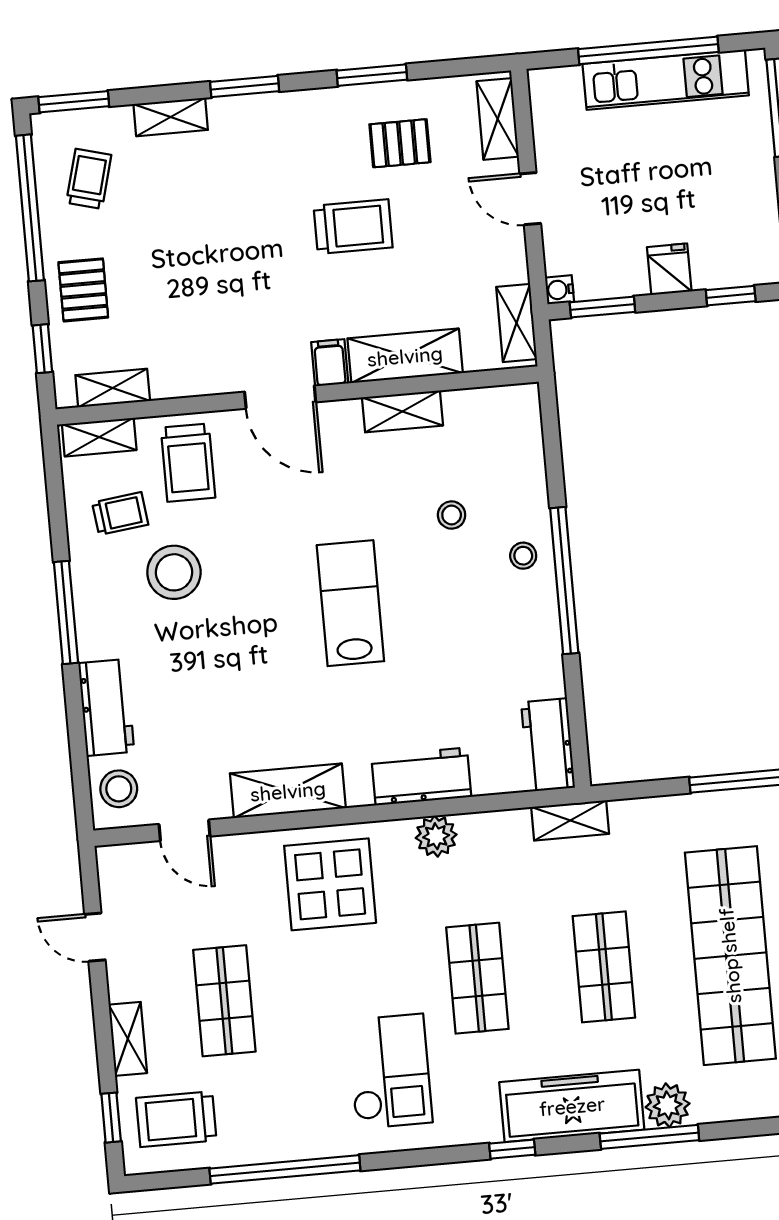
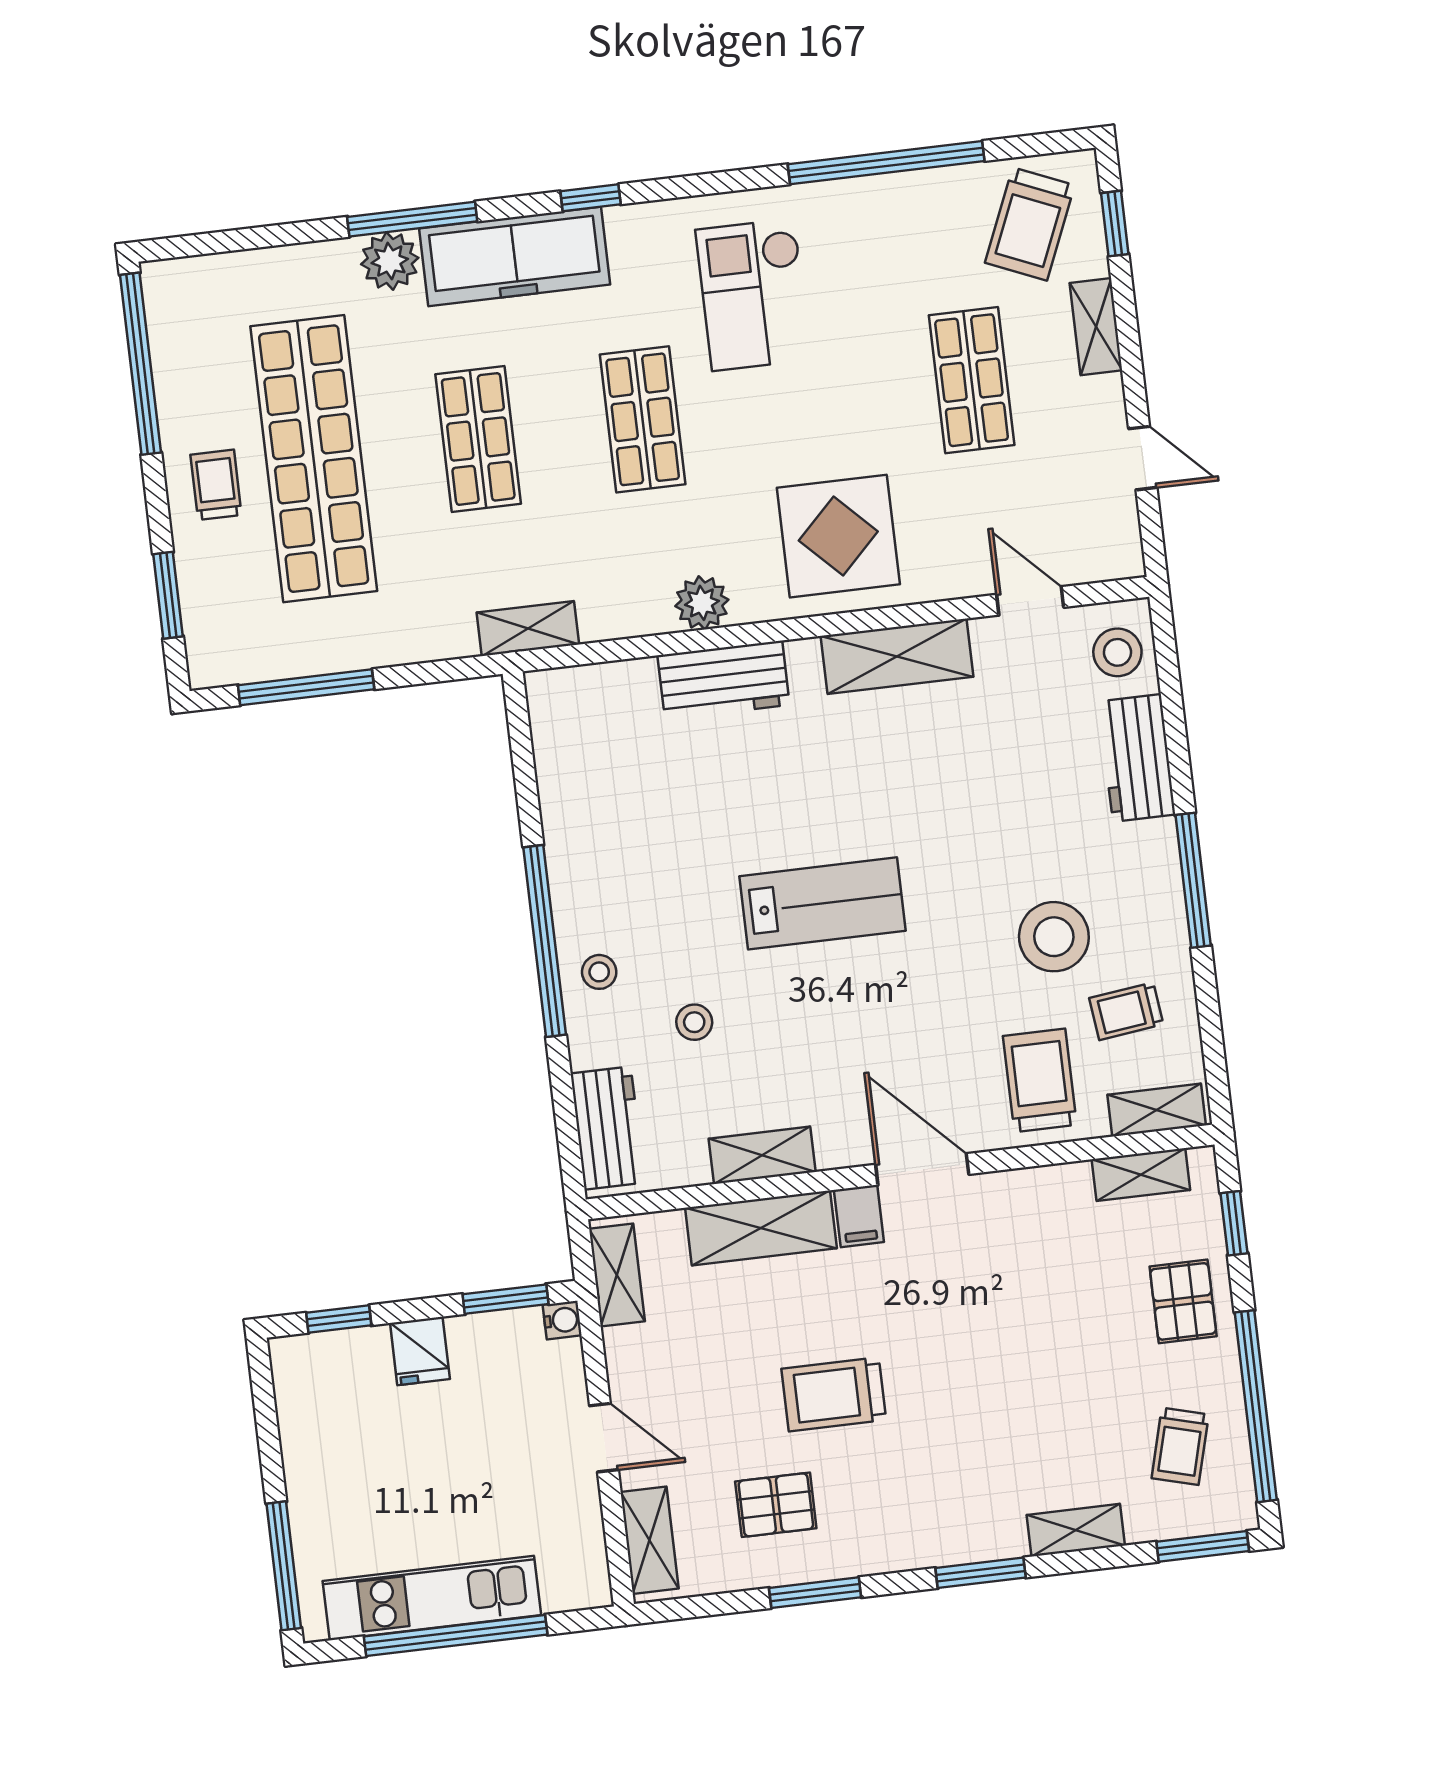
lab bench: (350, 603) -> (823, 903), turned -90
workbench: (548, 745) -> (607, 1128), moved
trolley: (176, 1119) -> (1030, 224), turned 113

